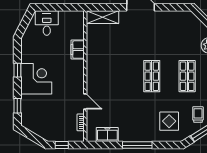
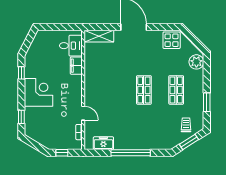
desk: (47, 23) -> (71, 46), moved, turned 90
window: (17, 70) -> (21, 73), moved
display table: (169, 121) -> (172, 40), moved
window: (137, 145) -> (131, 153), width x1.46

